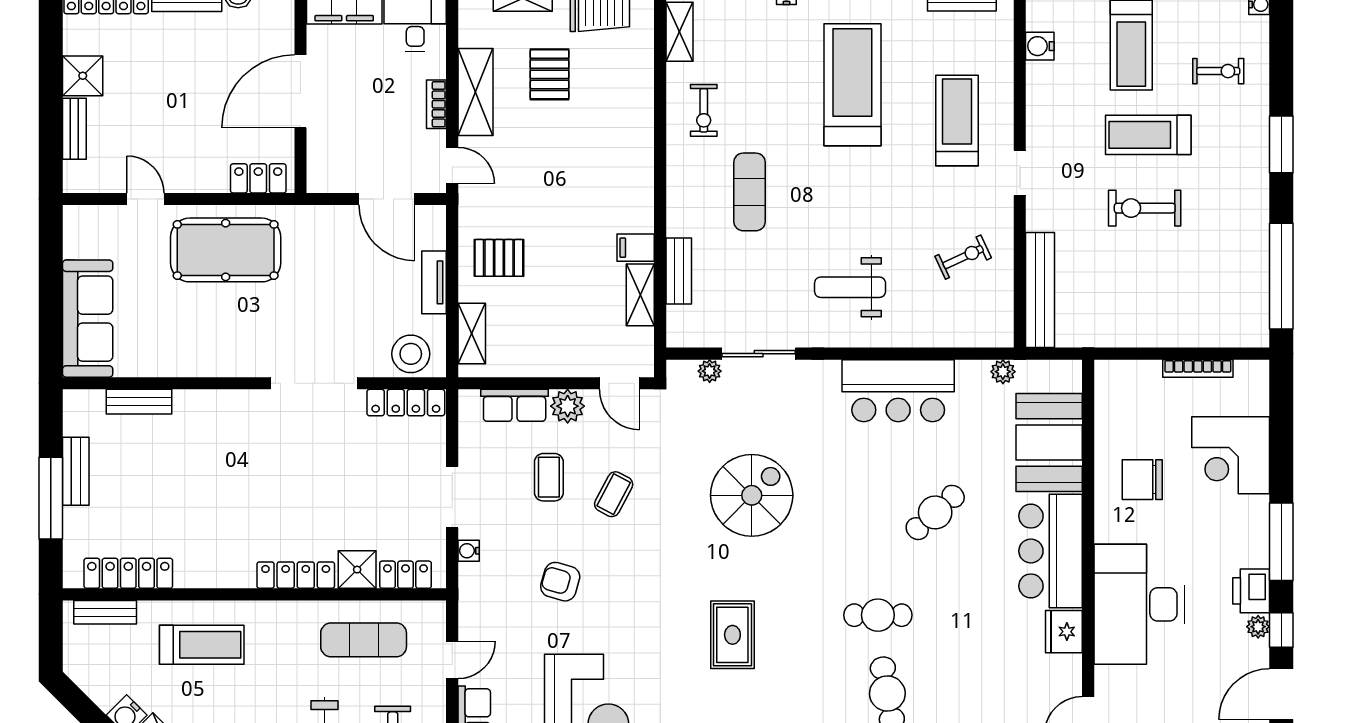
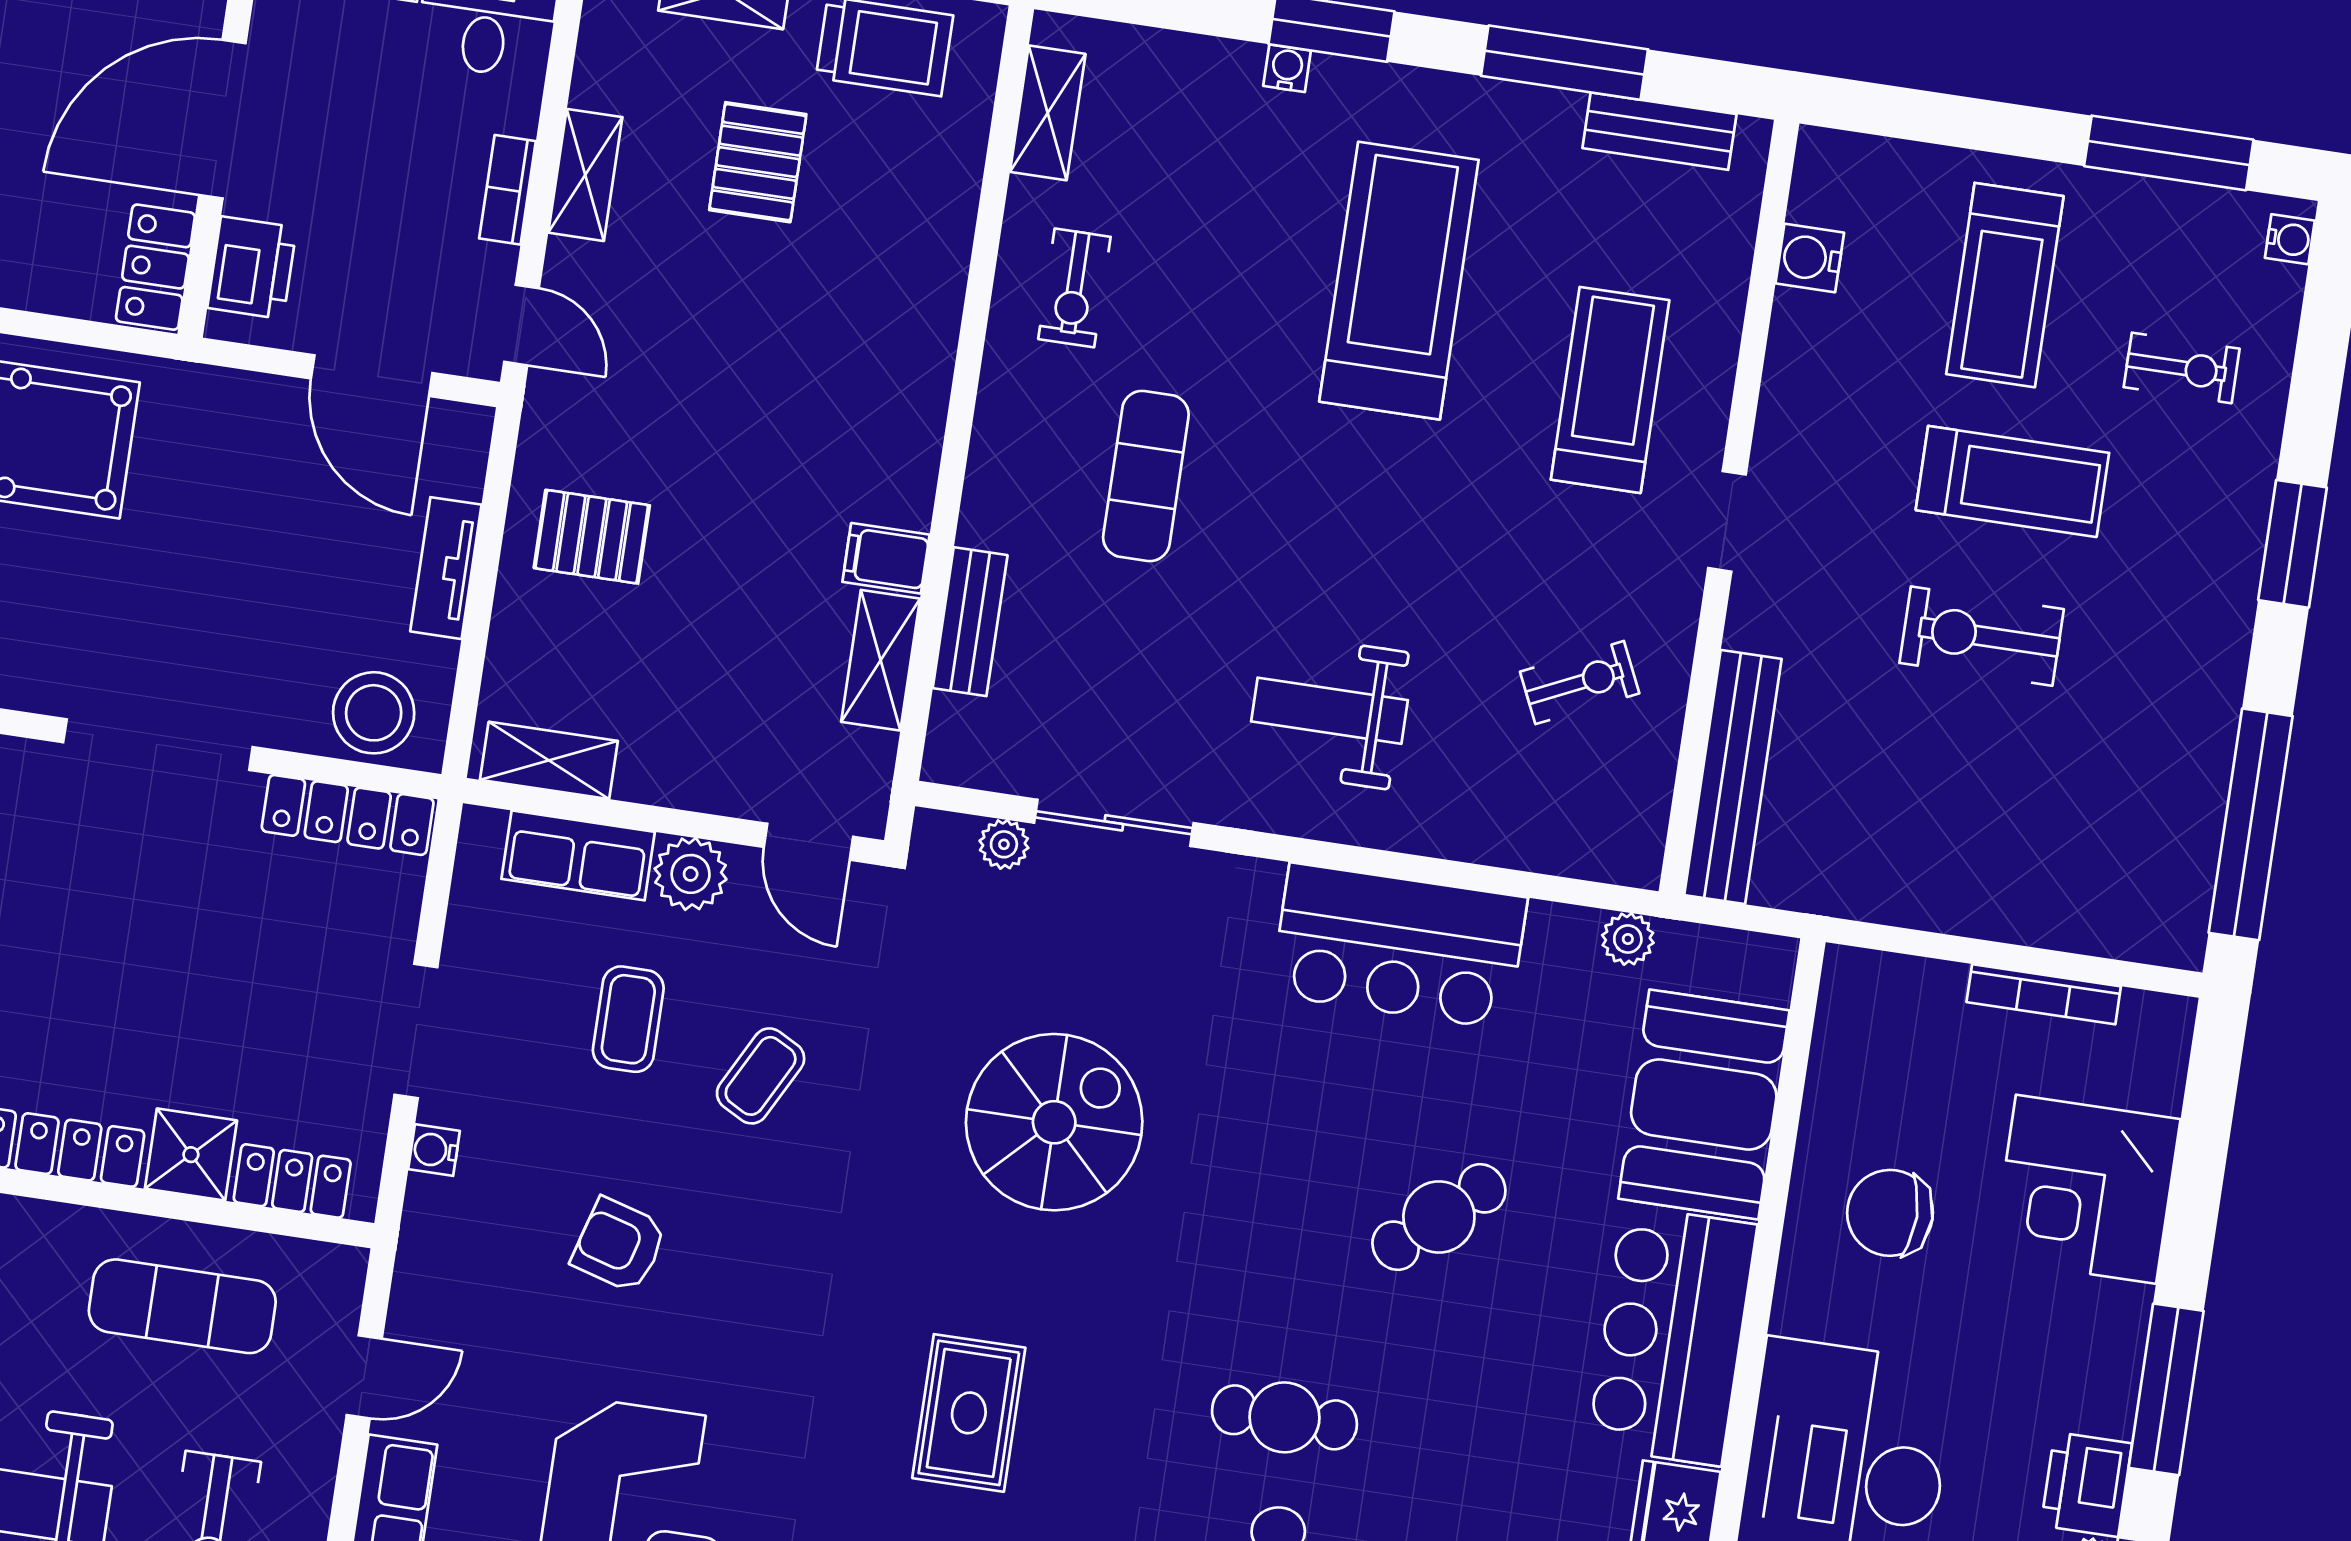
shelving: (475, 92) -> (585, 175), width x0.67, depth x0.75
treadmill: (1148, 135) -> (2012, 481), turned 180
printer: (324, 158) -> (252, 268), added
locker: (258, 178) -> (155, 267), moved, turned -90
shelving: (472, 333) -> (549, 760), moved, turned 90

